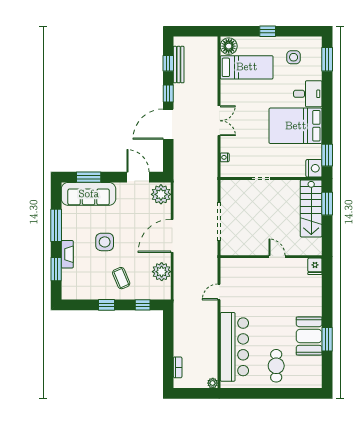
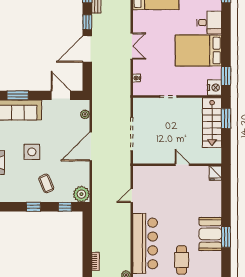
plant: (161, 194) -> (85, 114), width x0.53, depth x0.53
plant: (162, 272) -> (81, 194), moved

